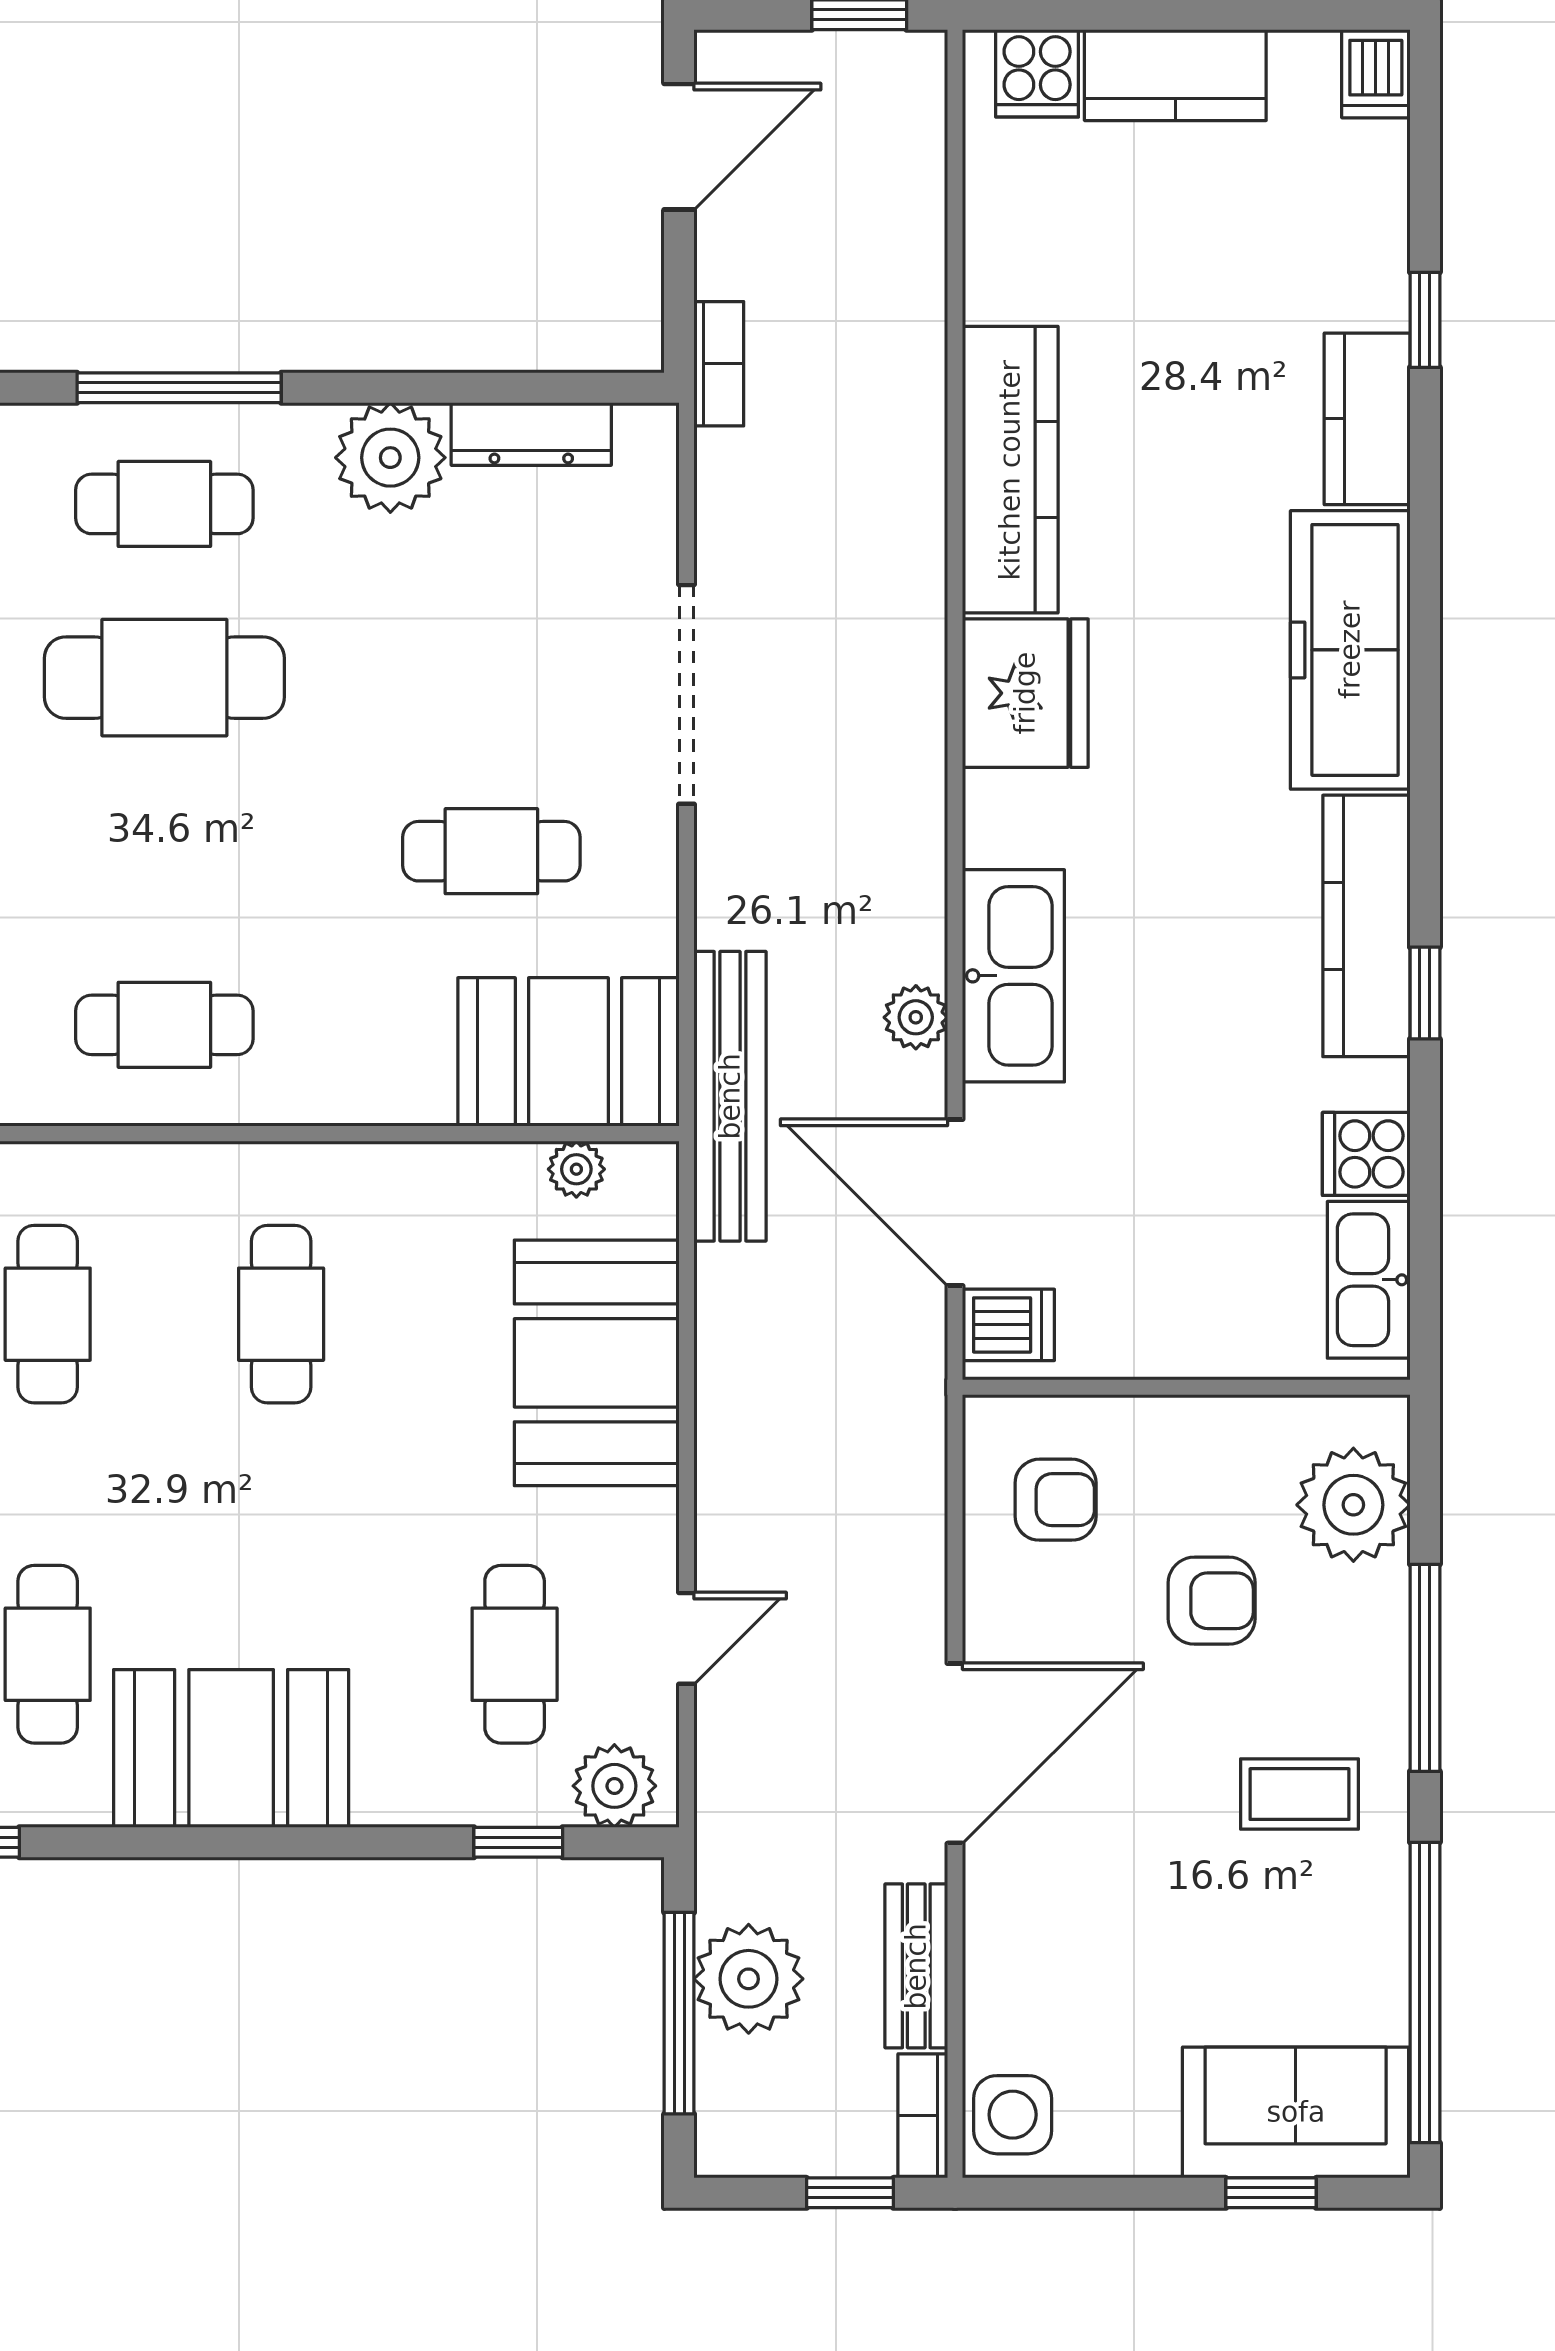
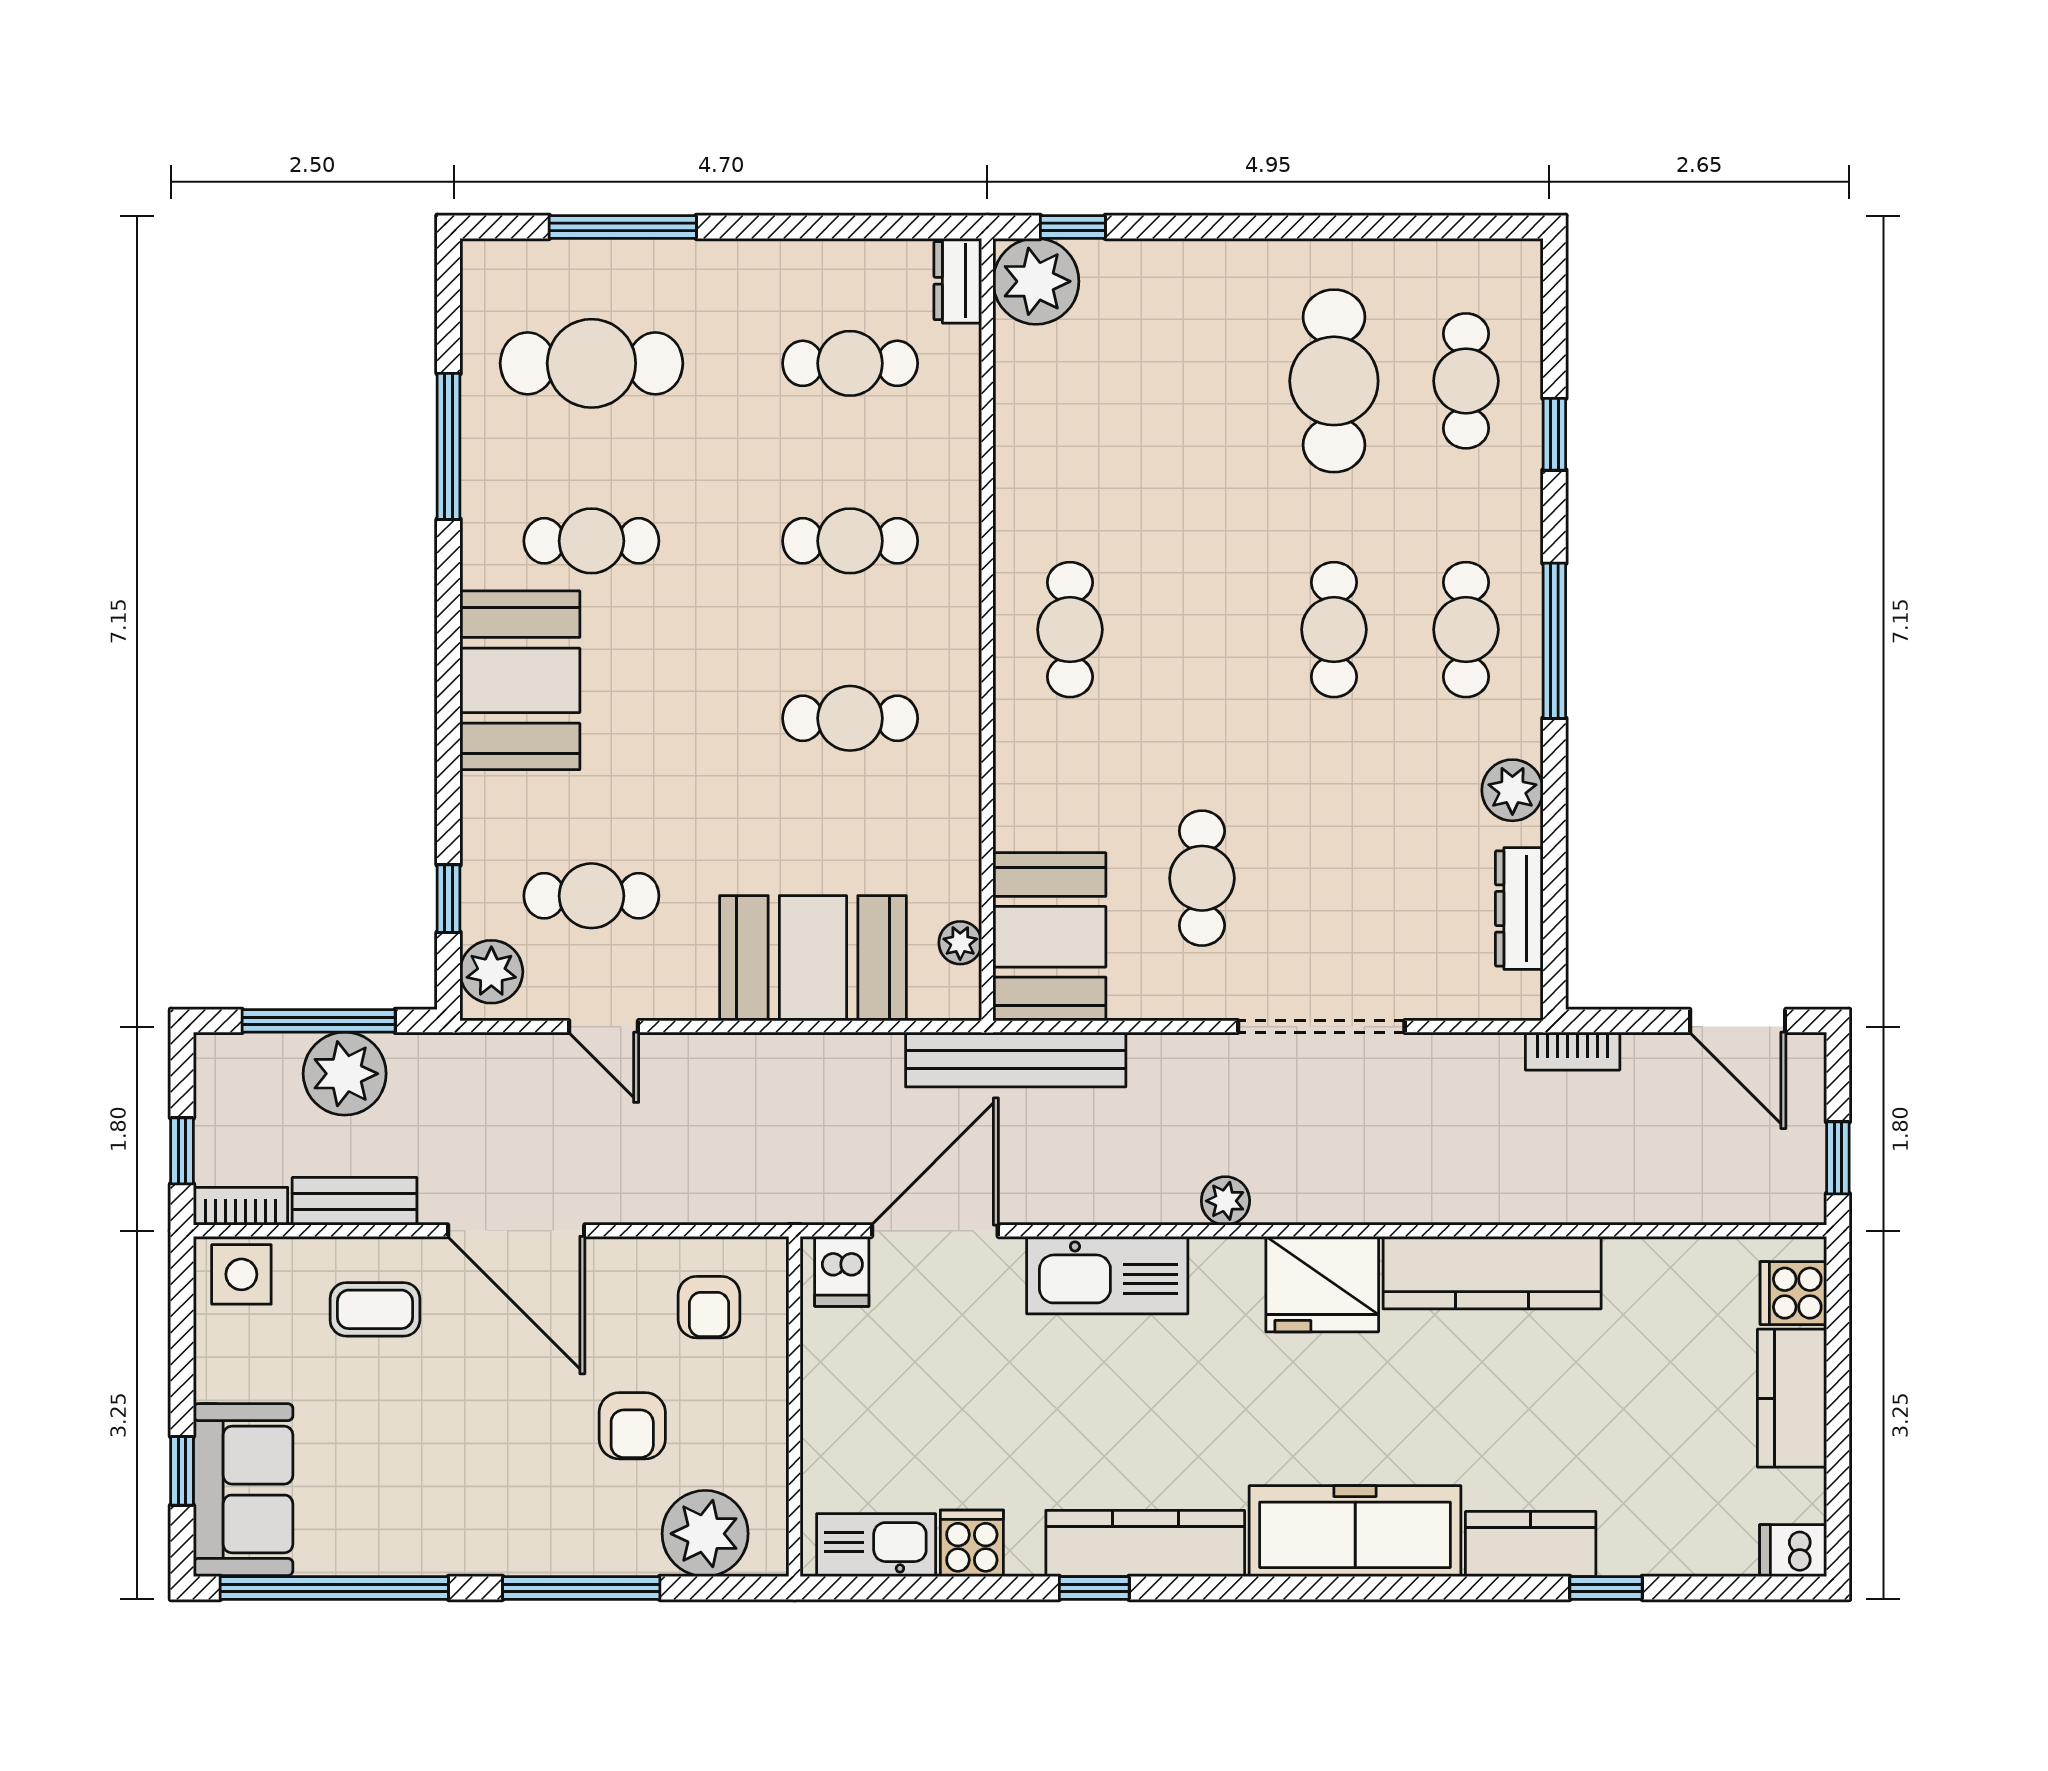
plant: (390, 458) -> (1512, 790), width x0.73, depth x0.73
cafe table: (164, 678) -> (1334, 630), width x0.73, depth x0.74
plant: (916, 1017) -> (1225, 1201), moved
coffee table: (1299, 1794) -> (375, 1309), moved, turned 90

